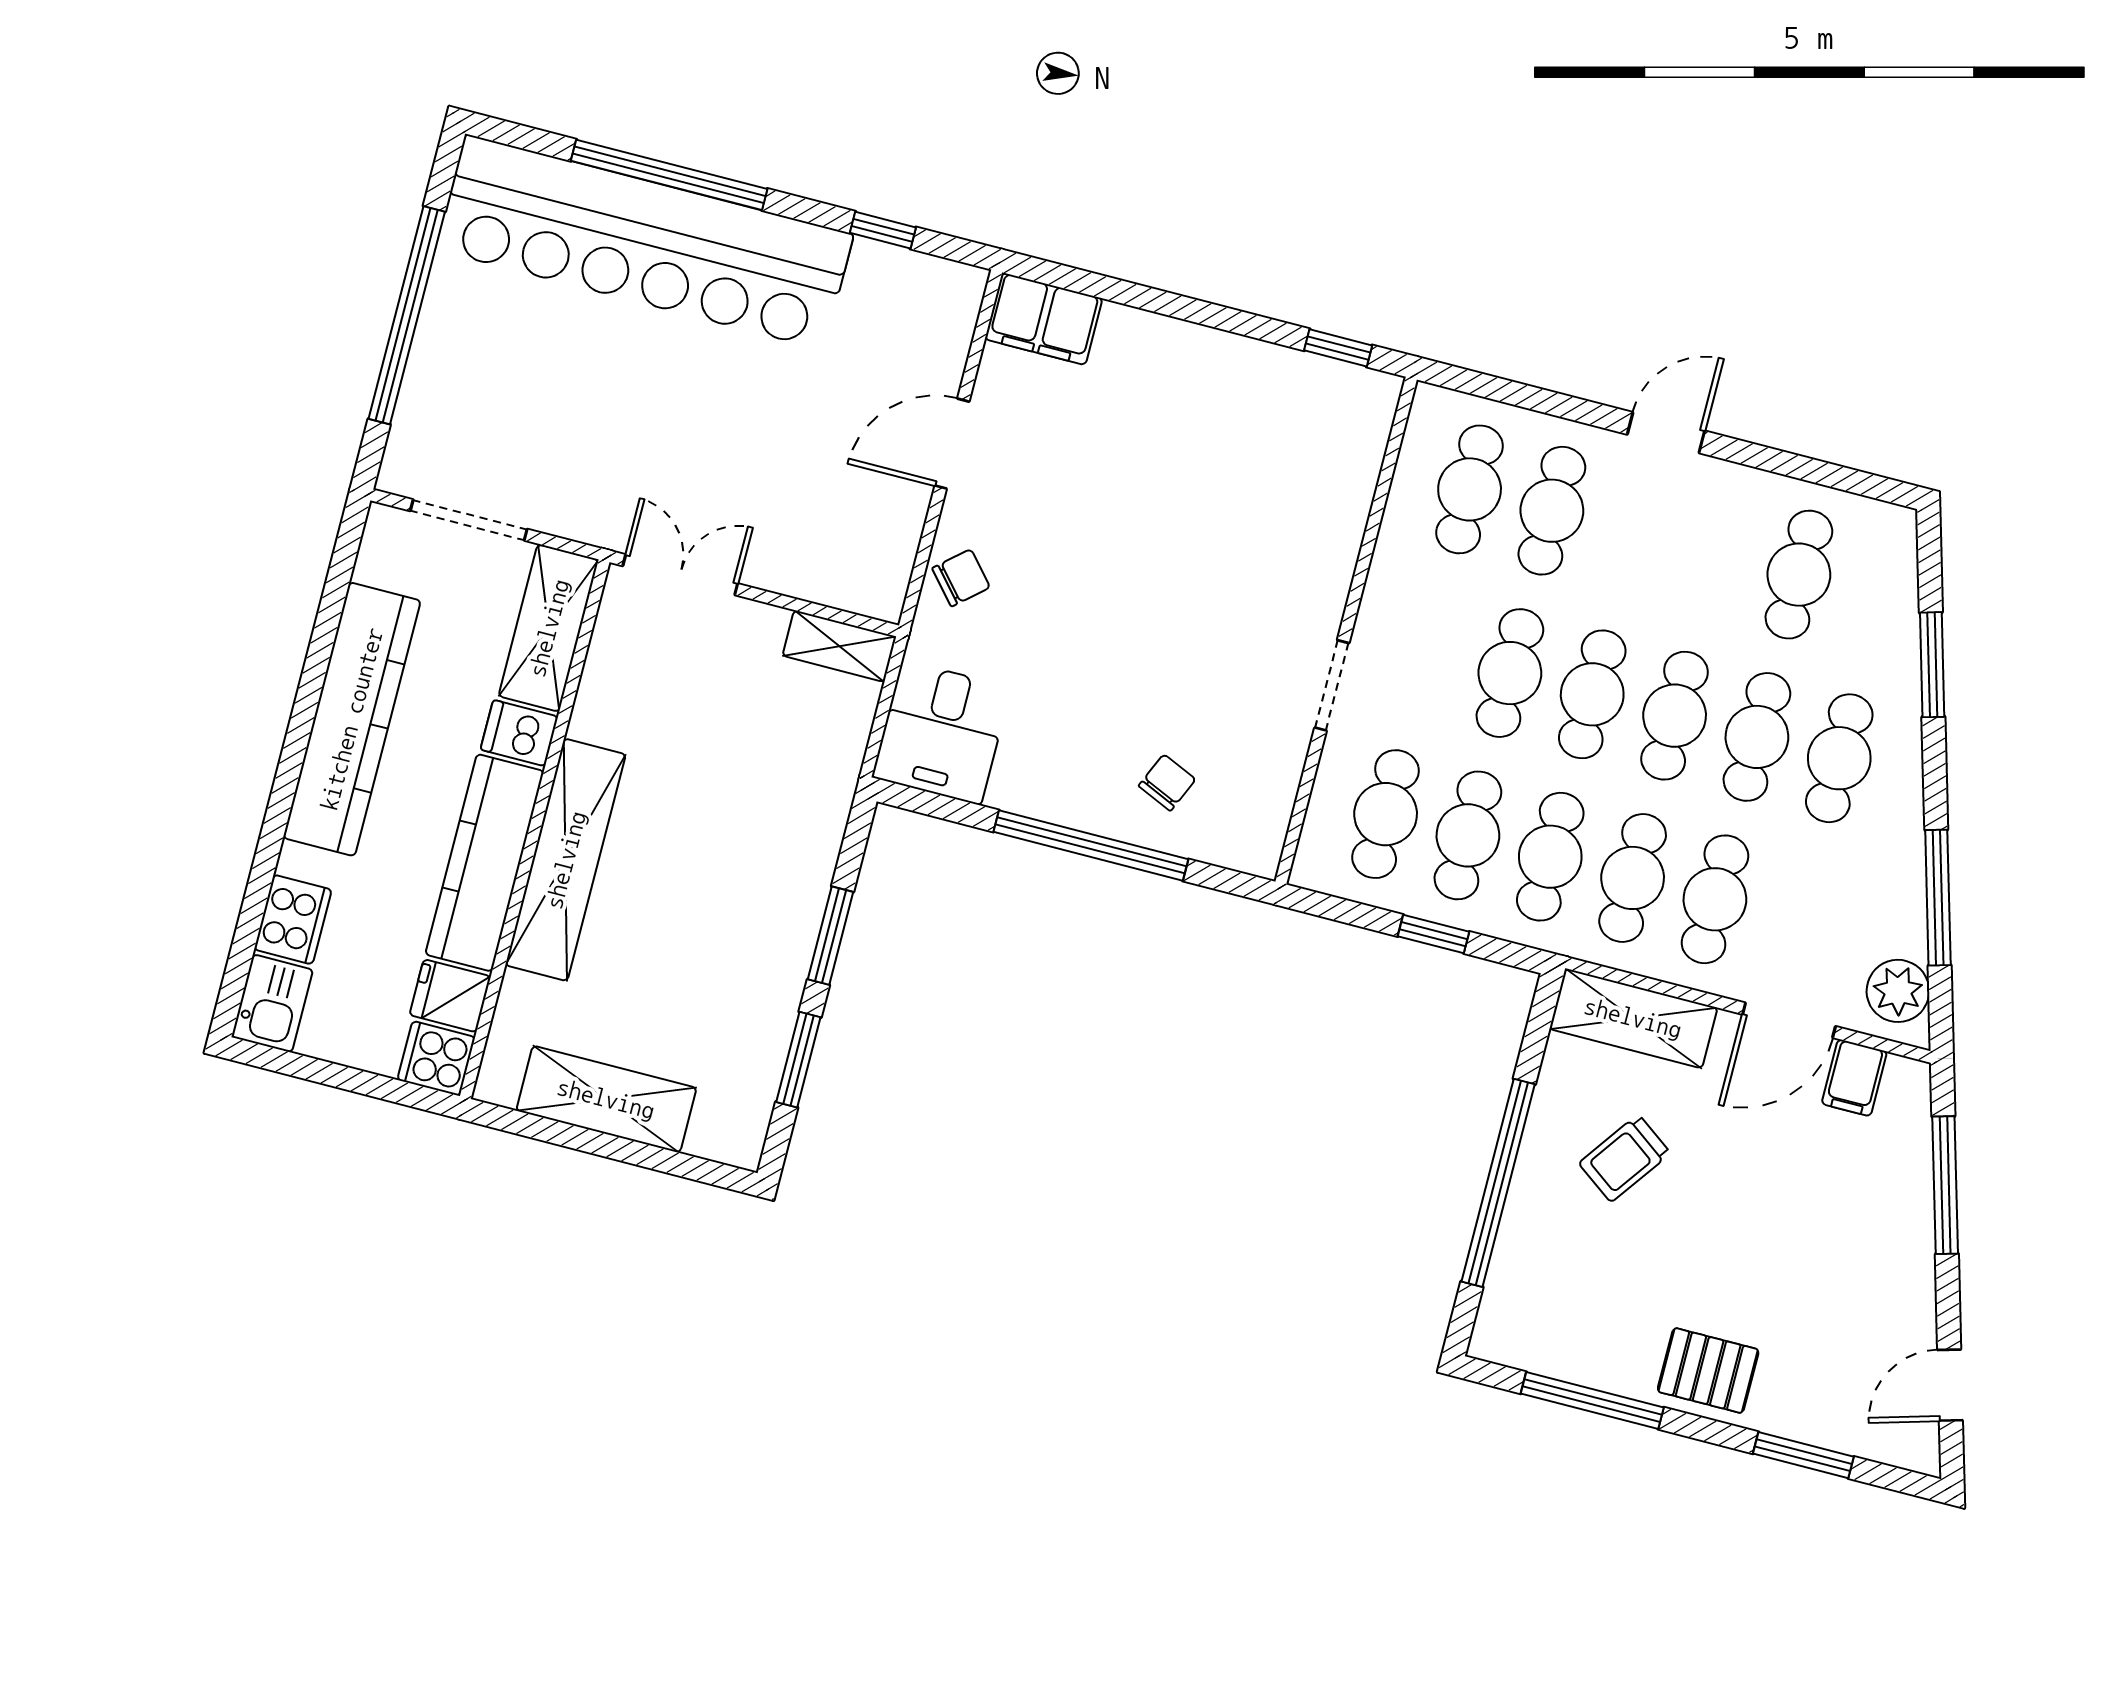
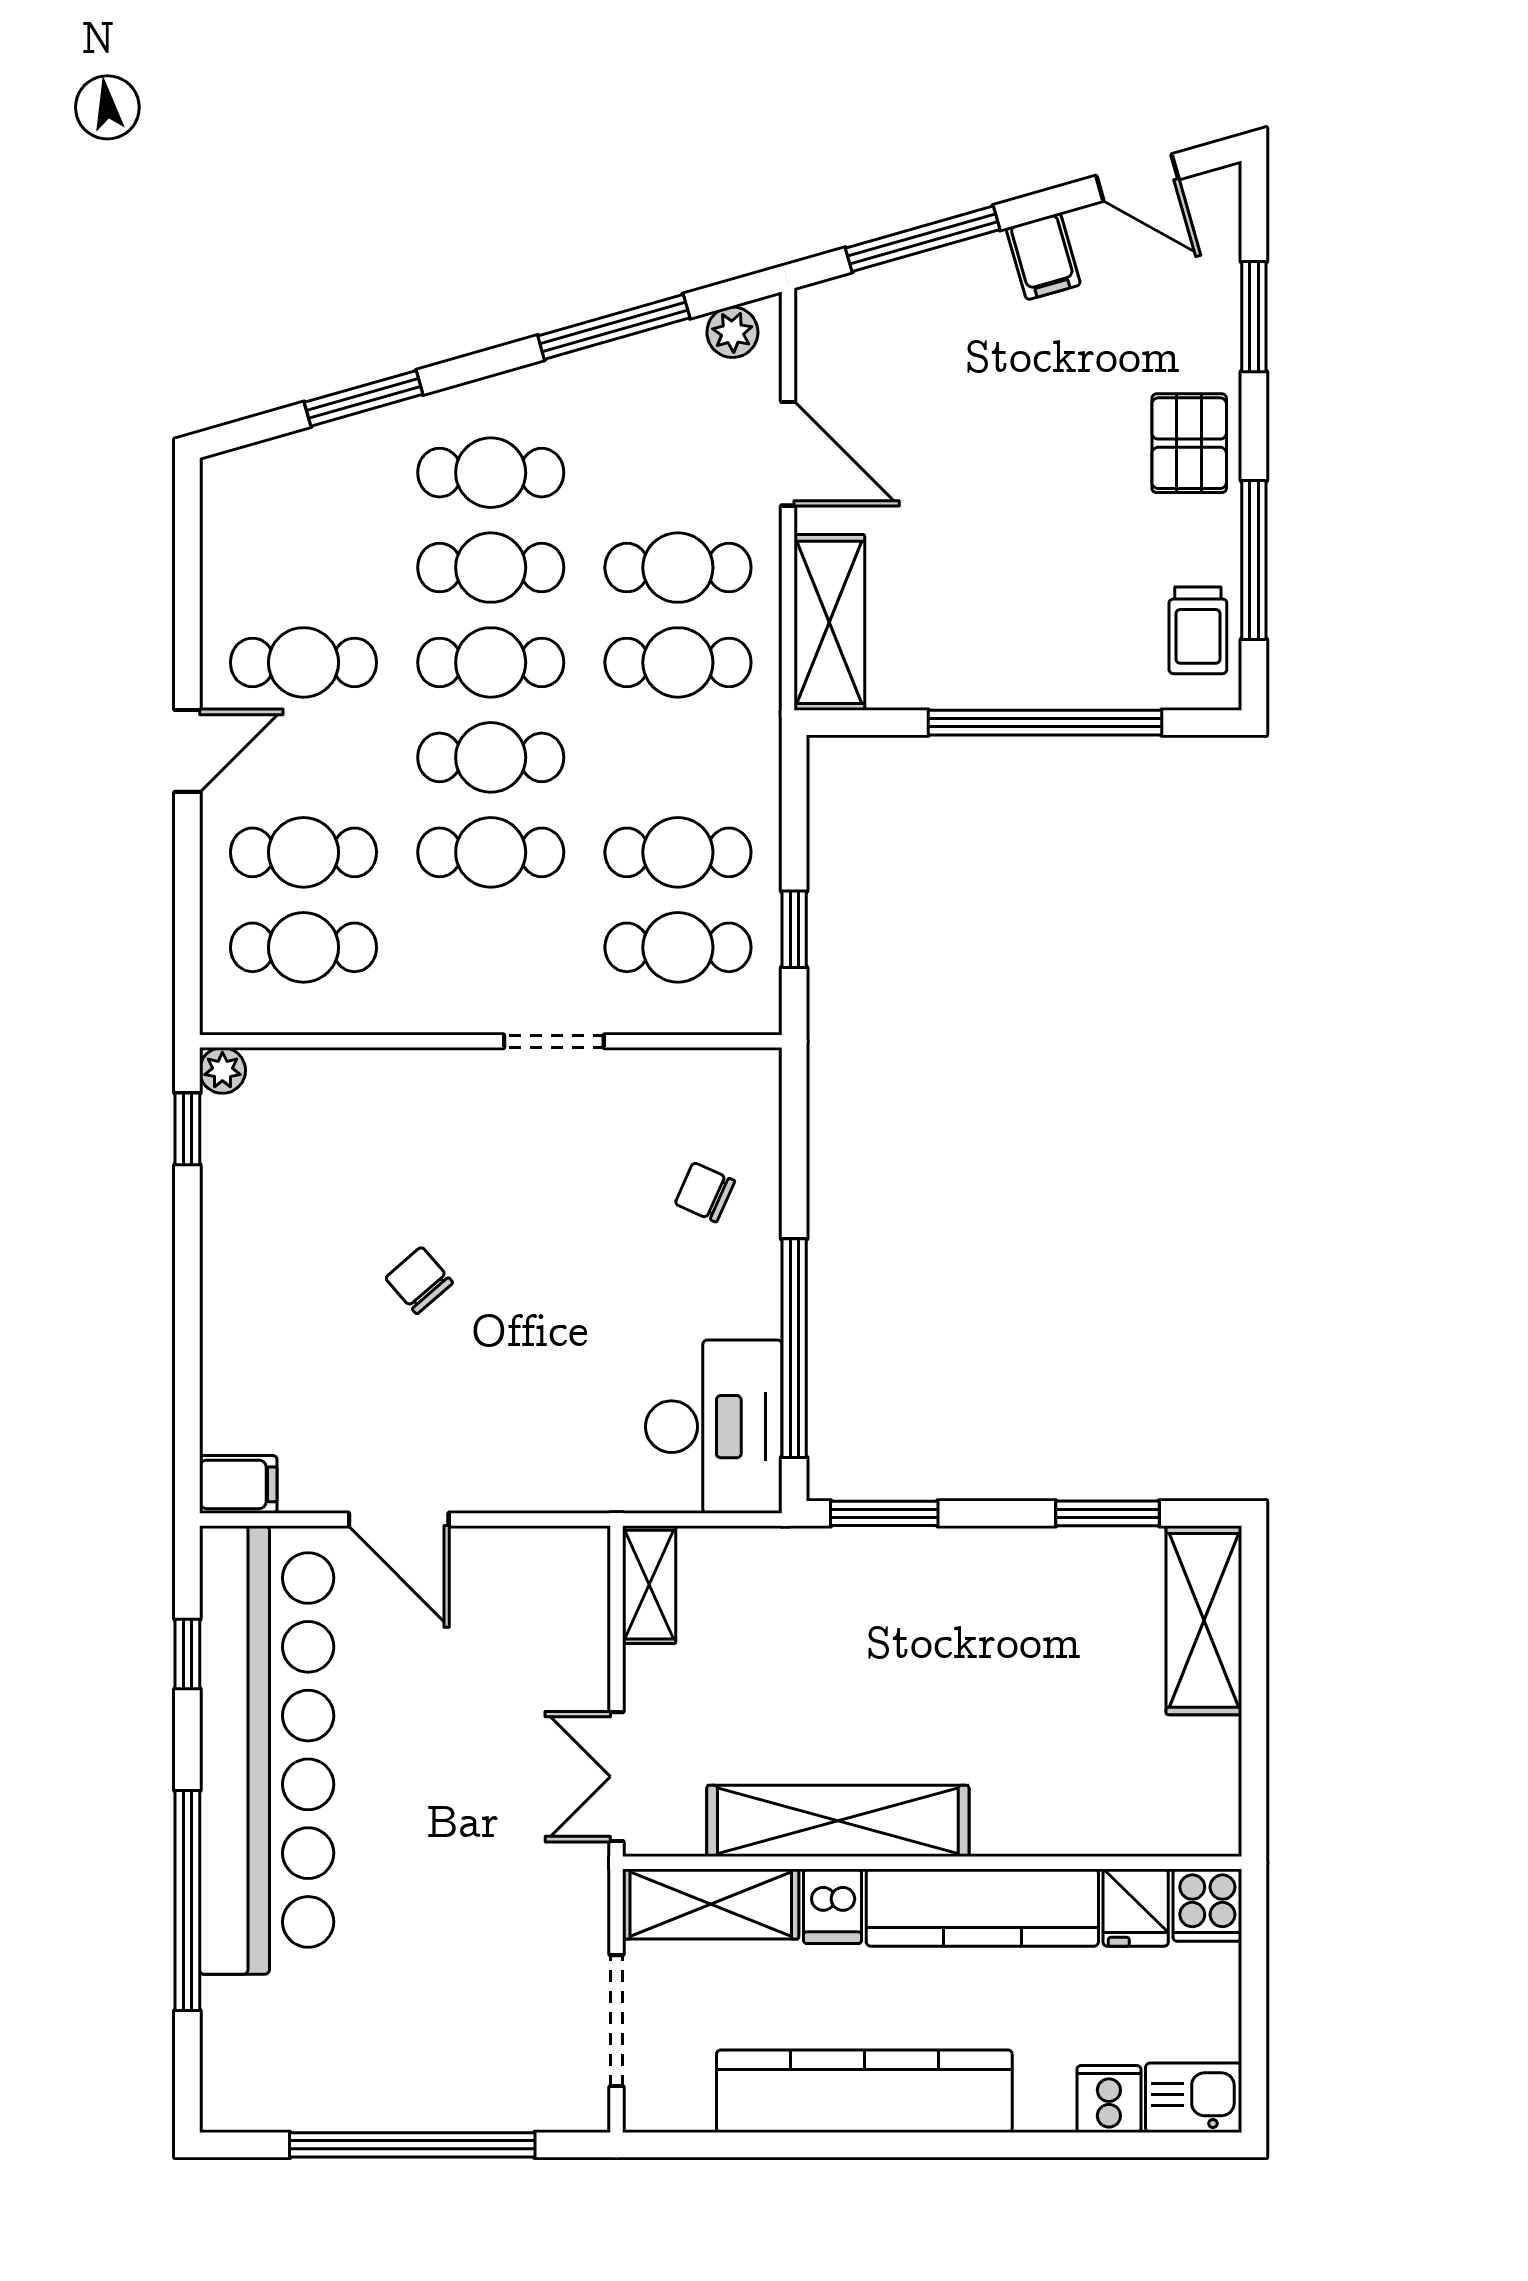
bar counter: (645, 242) -> (267, 1750), moved
filing cabinet: (1044, 319) -> (238, 1484), width x0.50
plant: (1381, 392) -> (222, 1070), added
door: (1666, 433) -> (187, 751), swing flipped
cafe table: (1799, 575) -> (304, 662), moved
chair: (961, 578) -> (419, 1280), moved
desk: (941, 732) -> (714, 1427), width x1.37
window: (1091, 845) -> (794, 1348), moved
cafe table: (1550, 857) -> (678, 757), removed
shelving: (566, 860) -> (838, 1821), moved
cooker: (293, 920) -> (1109, 2099), width x0.73
window: (1434, 934) -> (794, 929), moved
window: (830, 936) -> (884, 1513), moved
plant: (1898, 991) -> (732, 332), width x0.73, depth x0.73
filing cabinet: (1854, 1078) -> (1043, 256), moved, turned 74
shelving: (606, 1099) -> (1204, 1620), moved
trolley: (1625, 1158) -> (1198, 630), moved, turned 54

